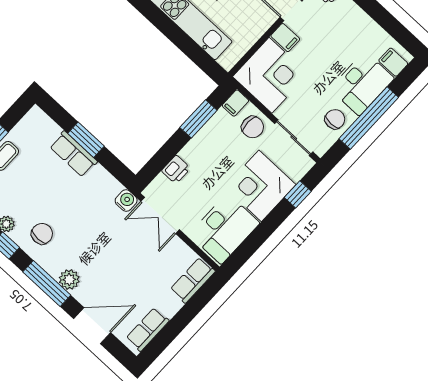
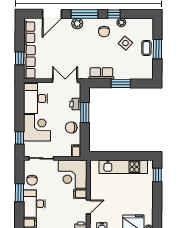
window: (369, 118) -> (19, 193), width x0.47
window: (198, 119) -> (85, 113), moved
chair: (253, 127) -> (71, 127), moved
row of seats: (73, 154) -> (101, 73), moved
side table: (27, 190) -> (125, 43), added
water cooler: (126, 201) -> (83, 74), removed
row of seats: (193, 280) -> (29, 62), width x1.48
window: (195, 305) -> (20, 58), added

